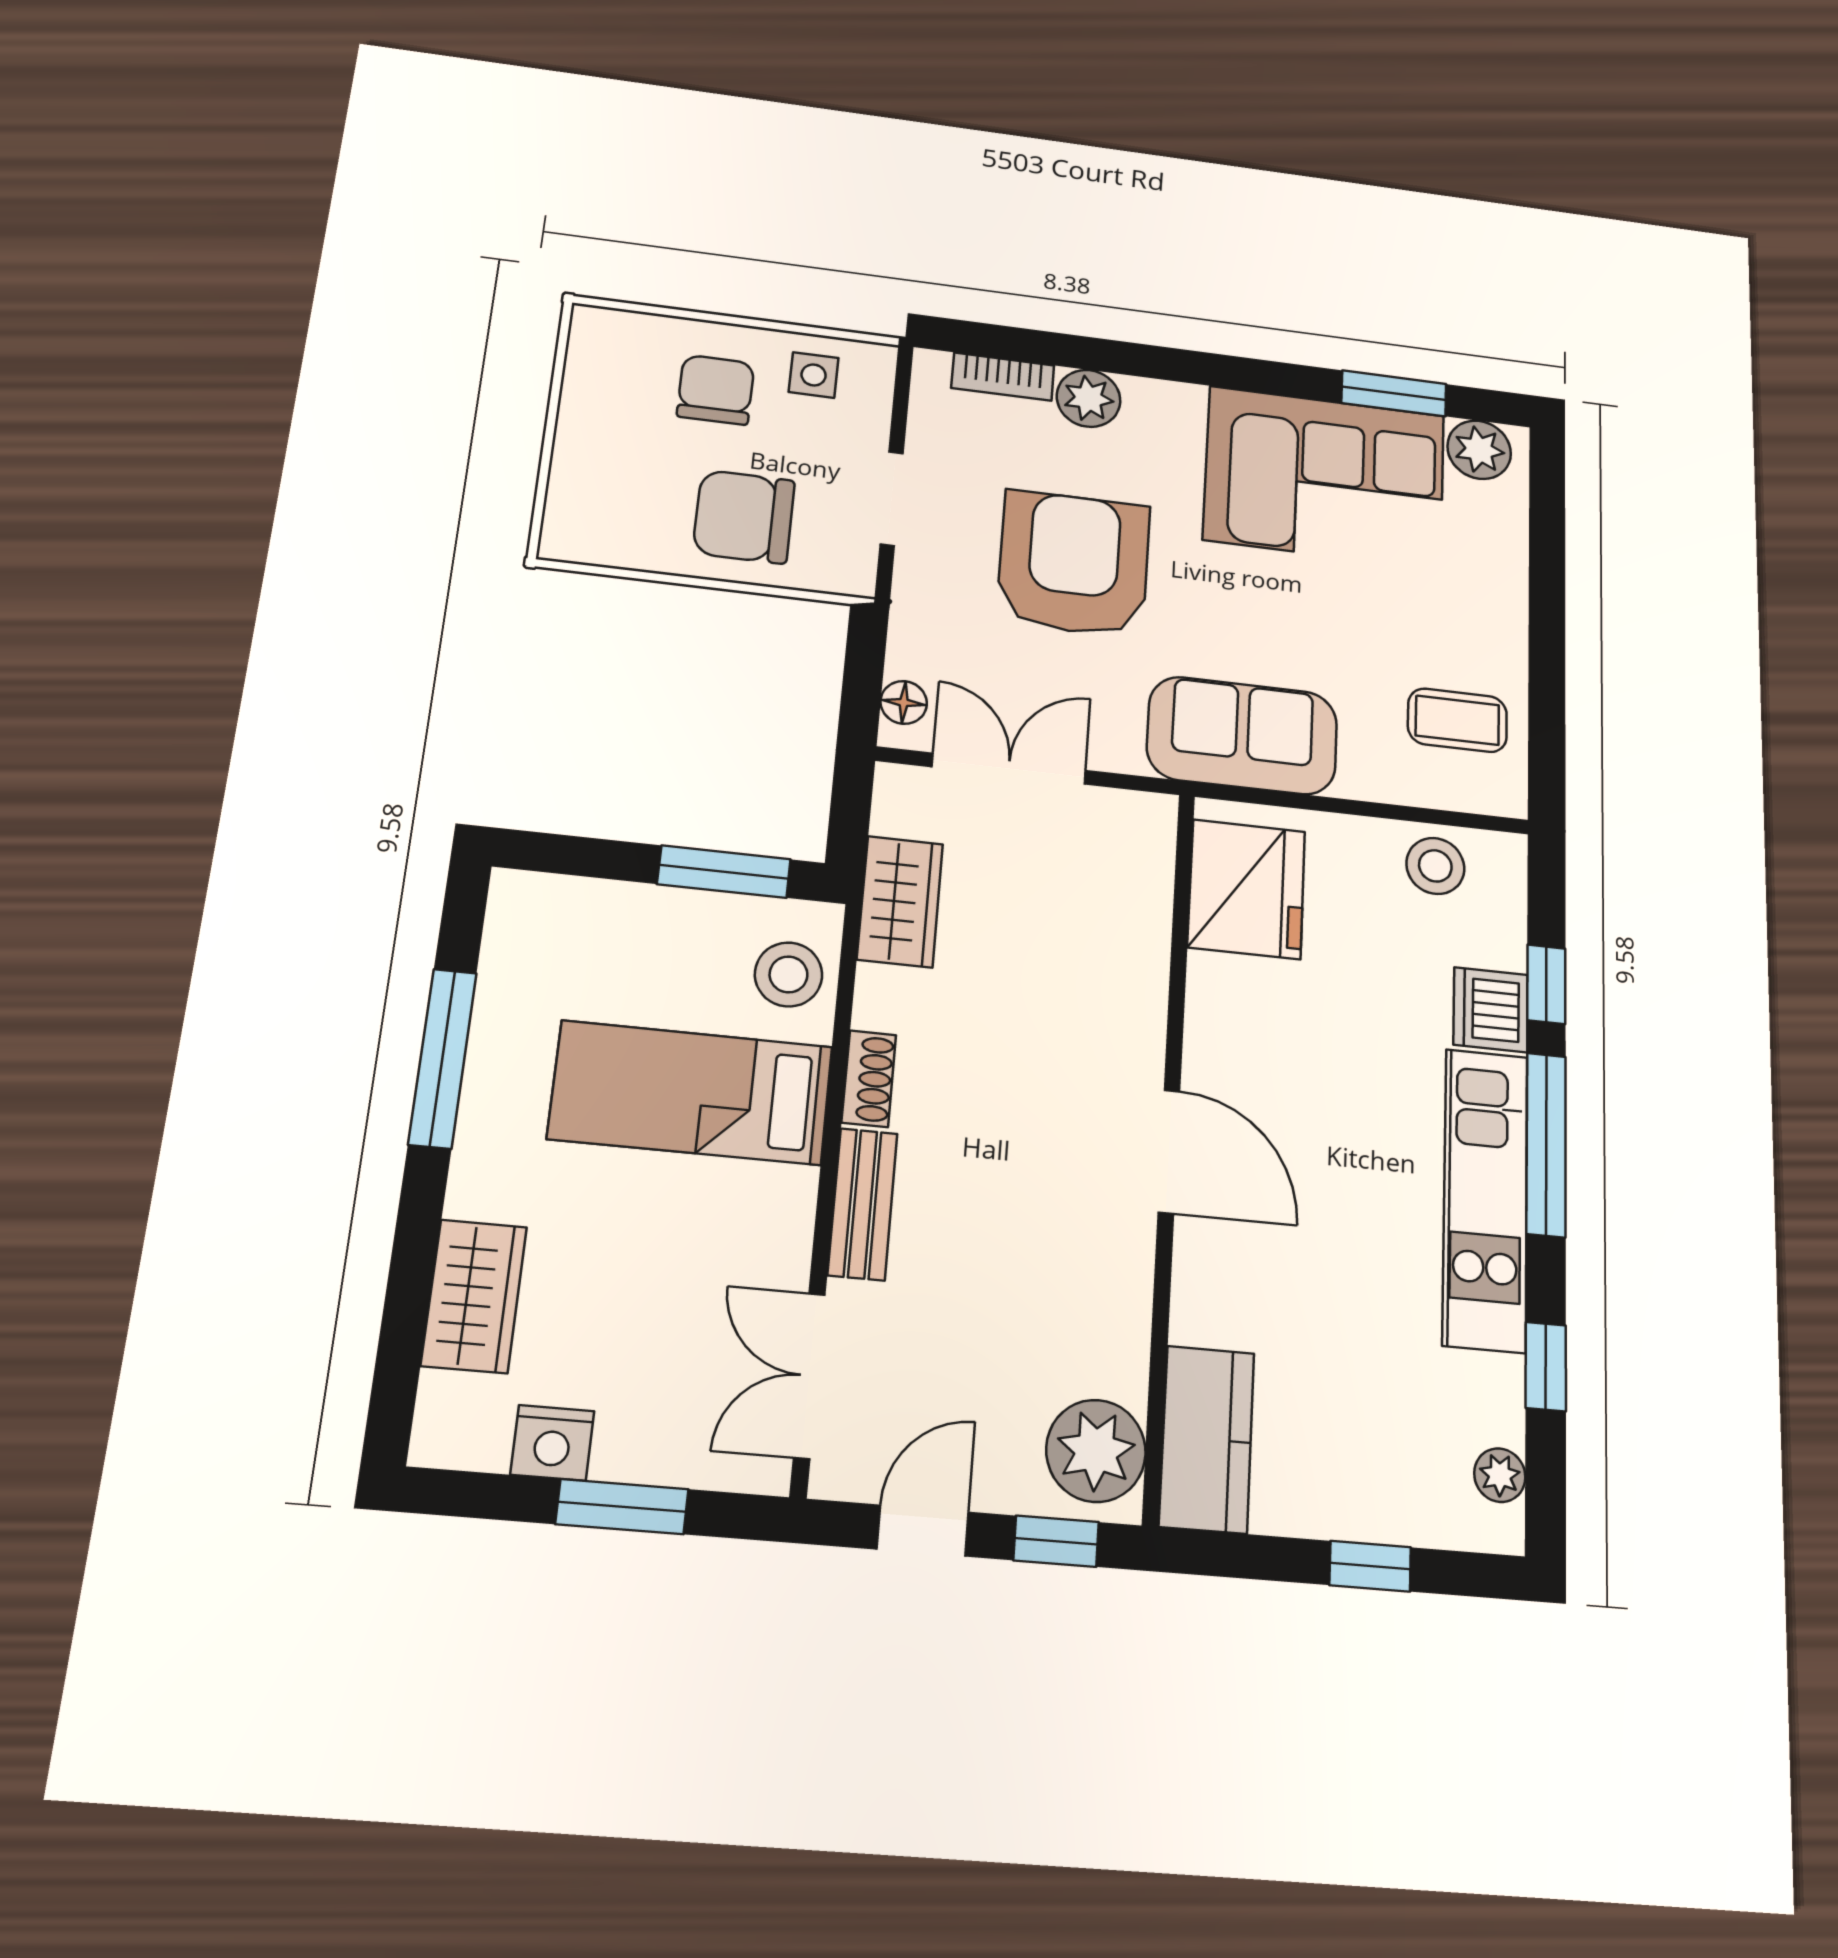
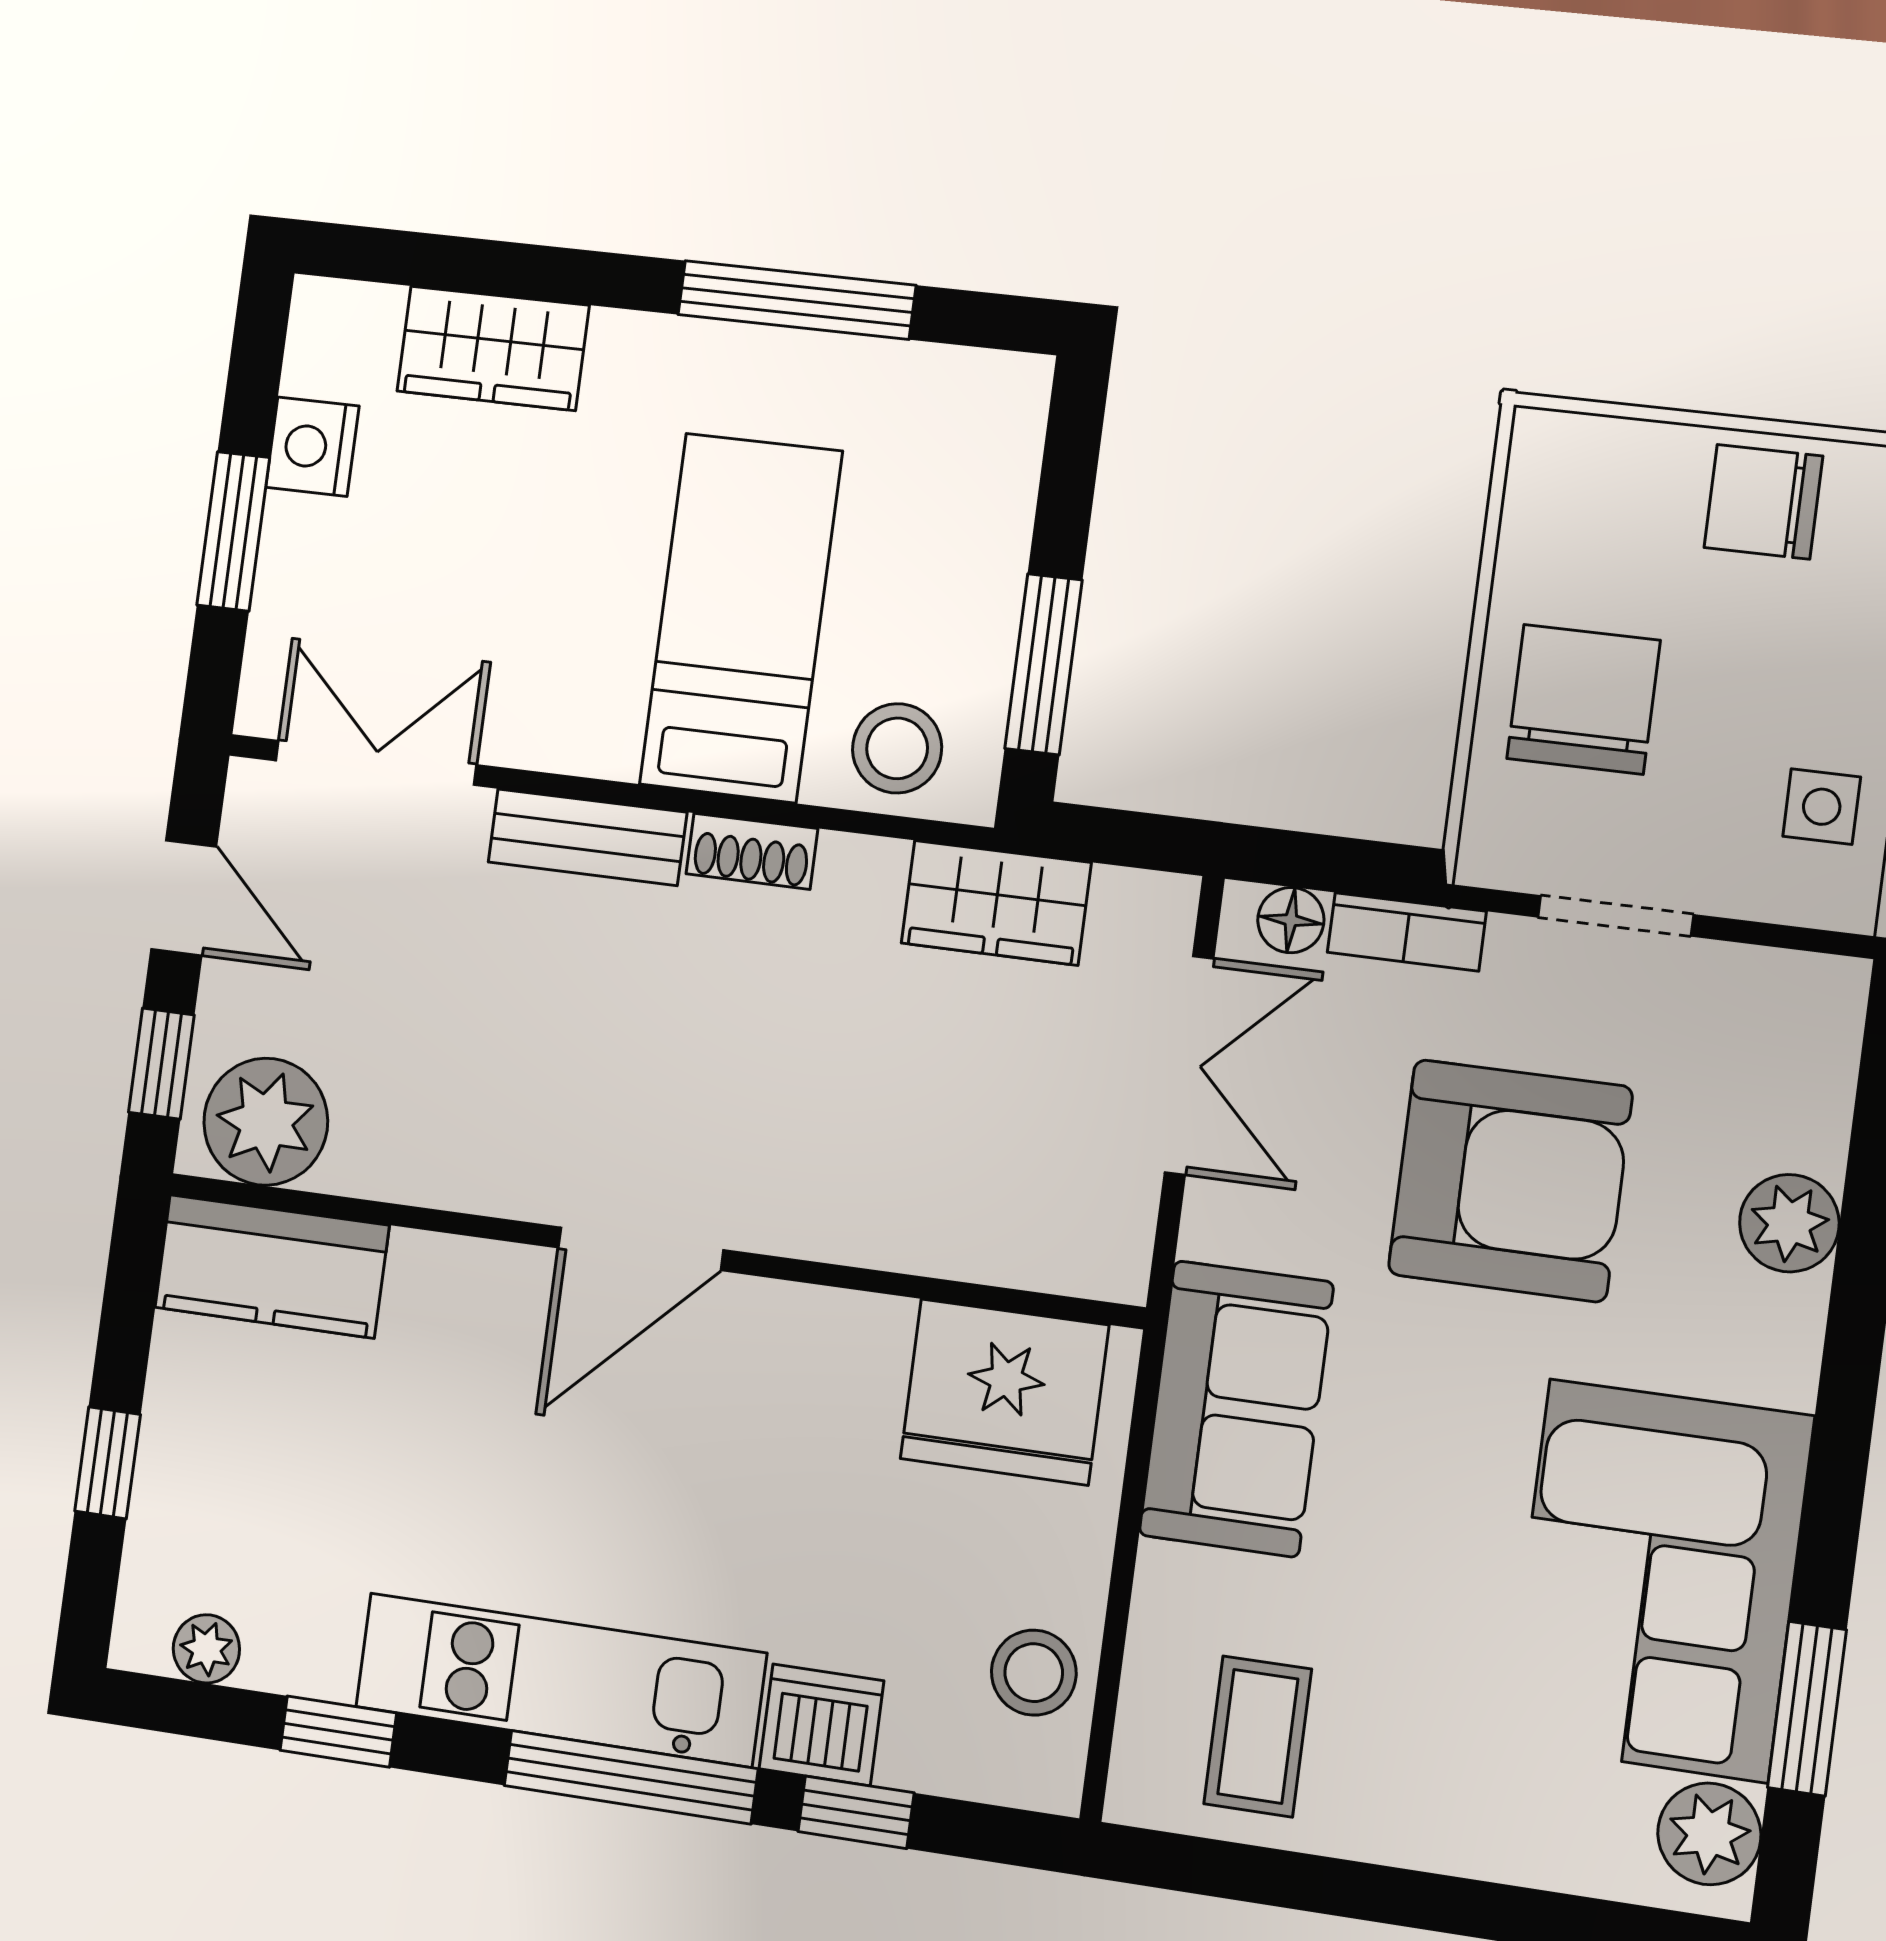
bookcase: (1003, 377) -> (1407, 932), moved, turned -90
chair: (716, 390) -> (1763, 502), moved, turned 180

